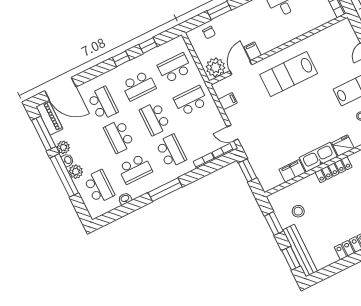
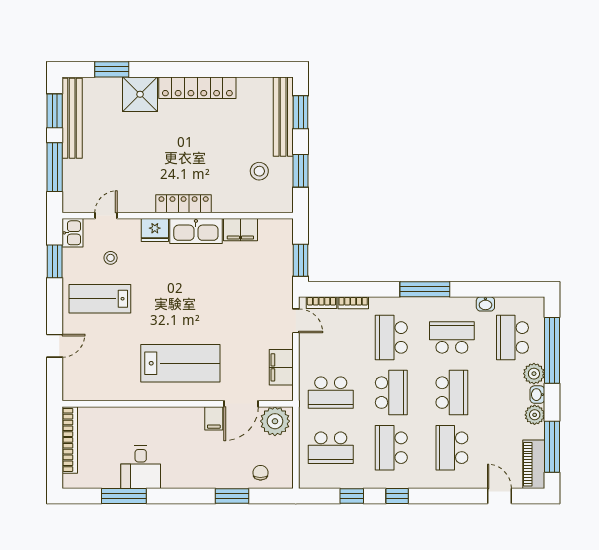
school desk: (139, 86) -> (391, 448), turned -90
door: (60, 89) -> (499, 496), width x0.53
filing cabinet: (228, 101) -> (281, 367), width x2.00
window: (64, 175) -> (552, 350), moved

